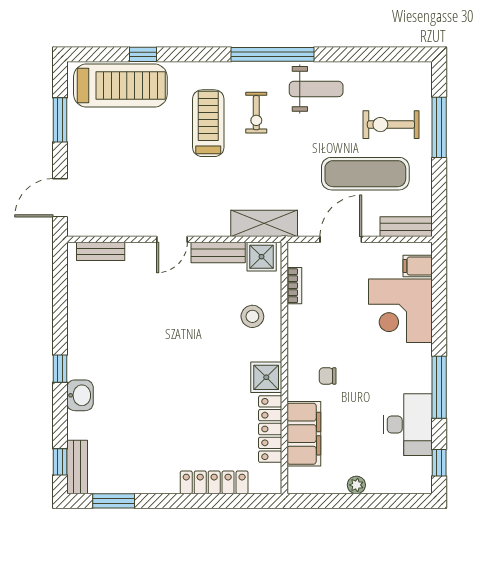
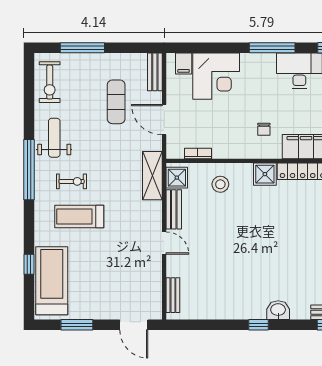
exercise bike: (391, 125) -> (50, 82), moved
exercise mat: (365, 174) -> (116, 102), width x0.73, depth x0.69

